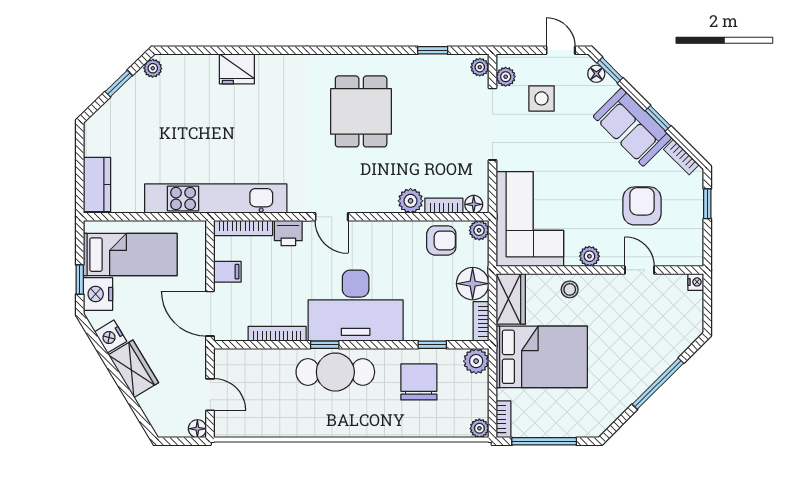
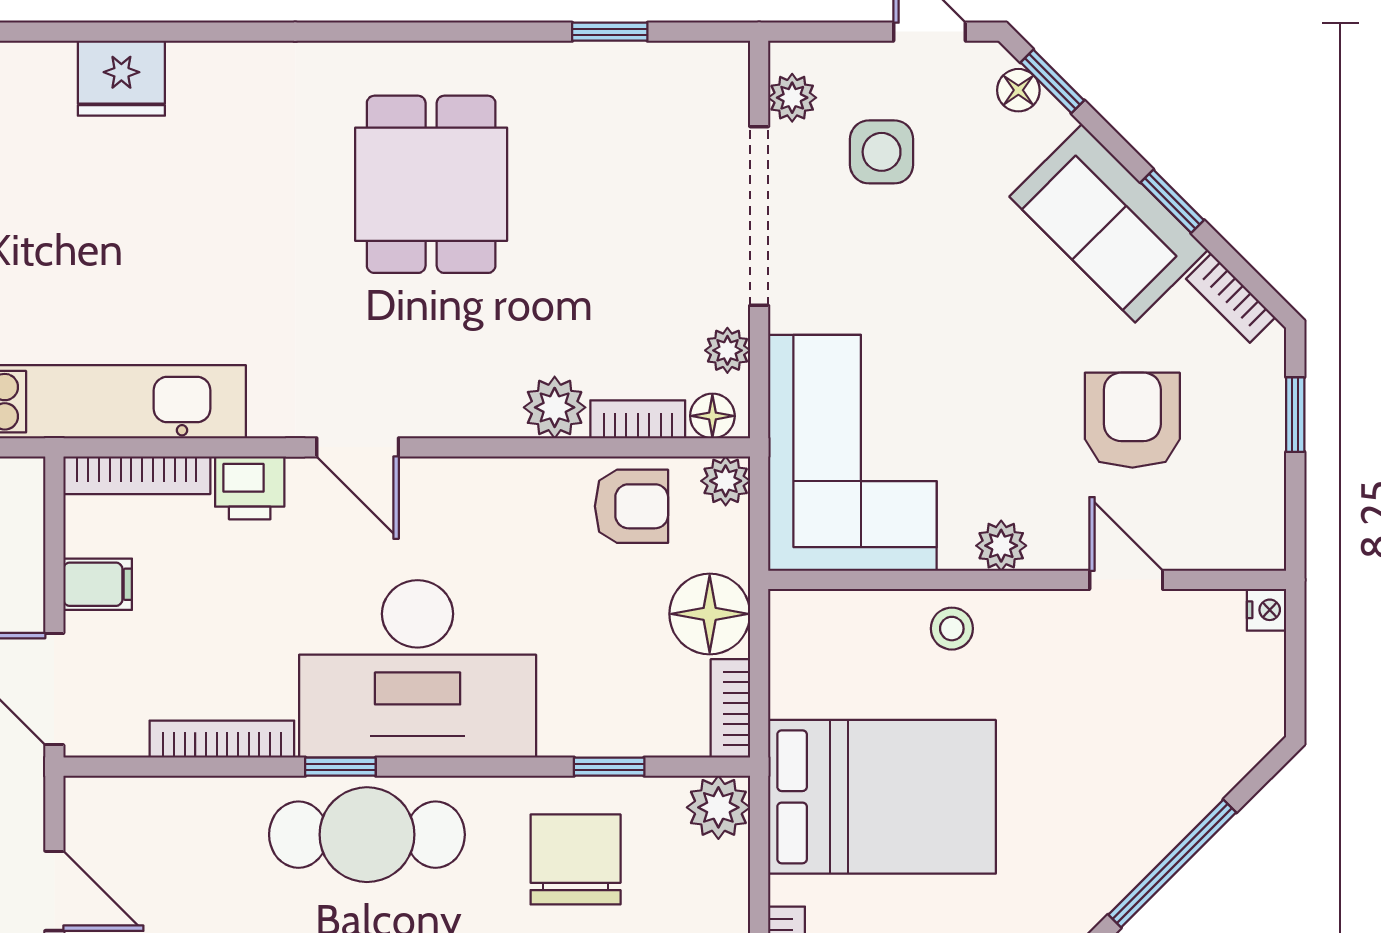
plant: (480, 67) -> (727, 350), moved
wardrobe: (511, 299) -> (805, 652), removed

